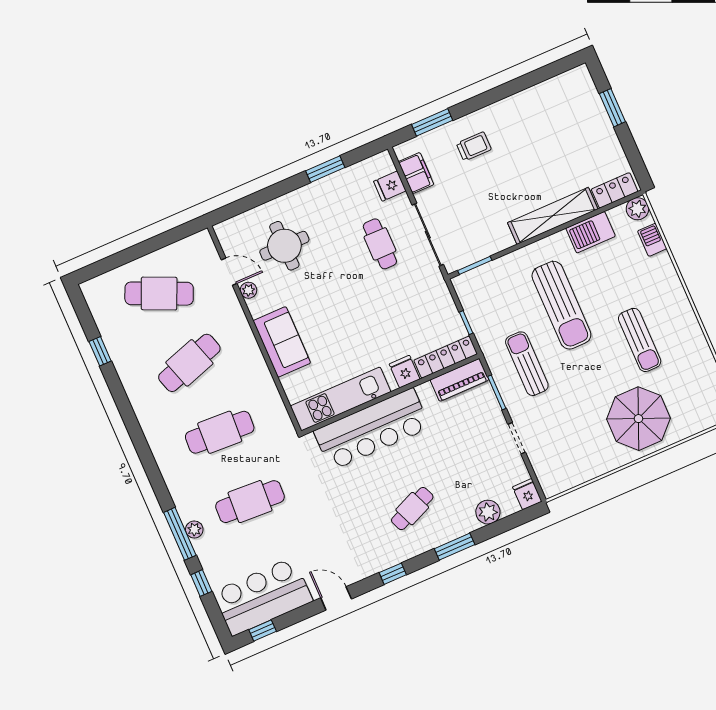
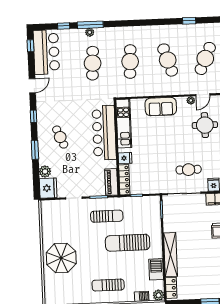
sun lounger: (640, 340) -> (108, 285), moved
fridge: (527, 494) -> (48, 188), width x1.88, depth x1.34

